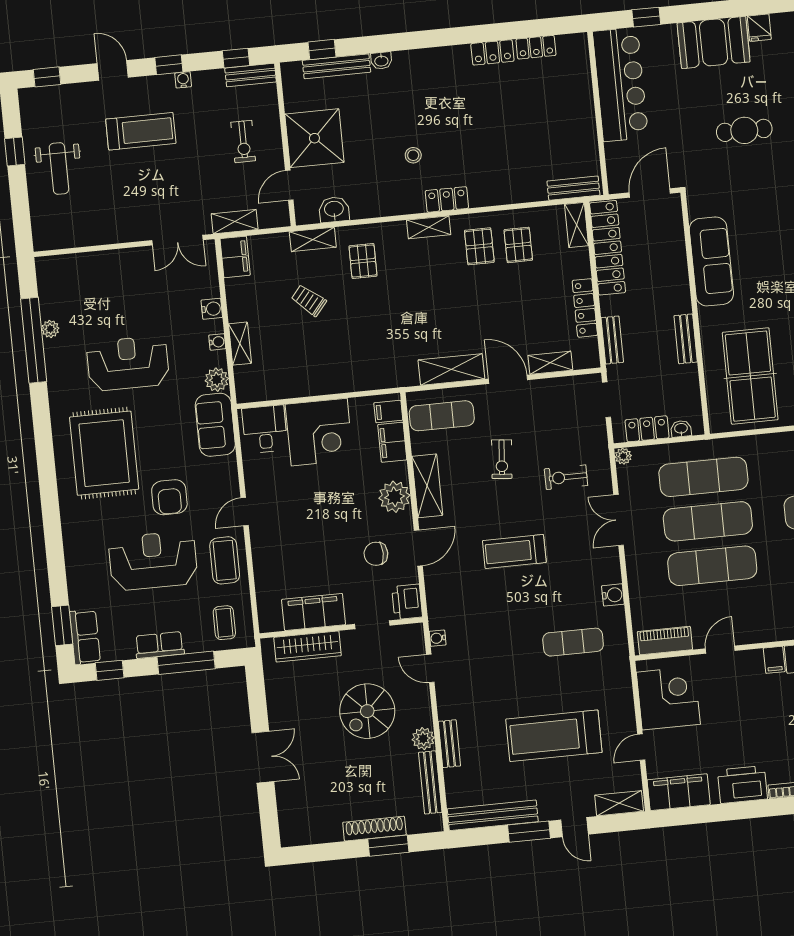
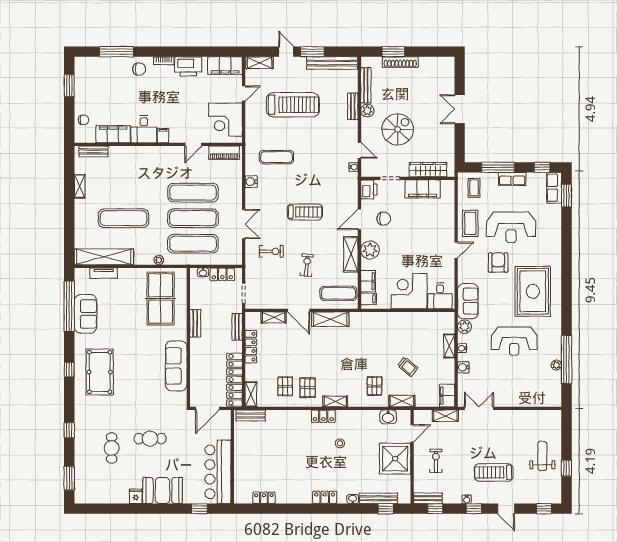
locker: (492, 52) -> (325, 497), moved
plant: (623, 456) -> (159, 260), moved

